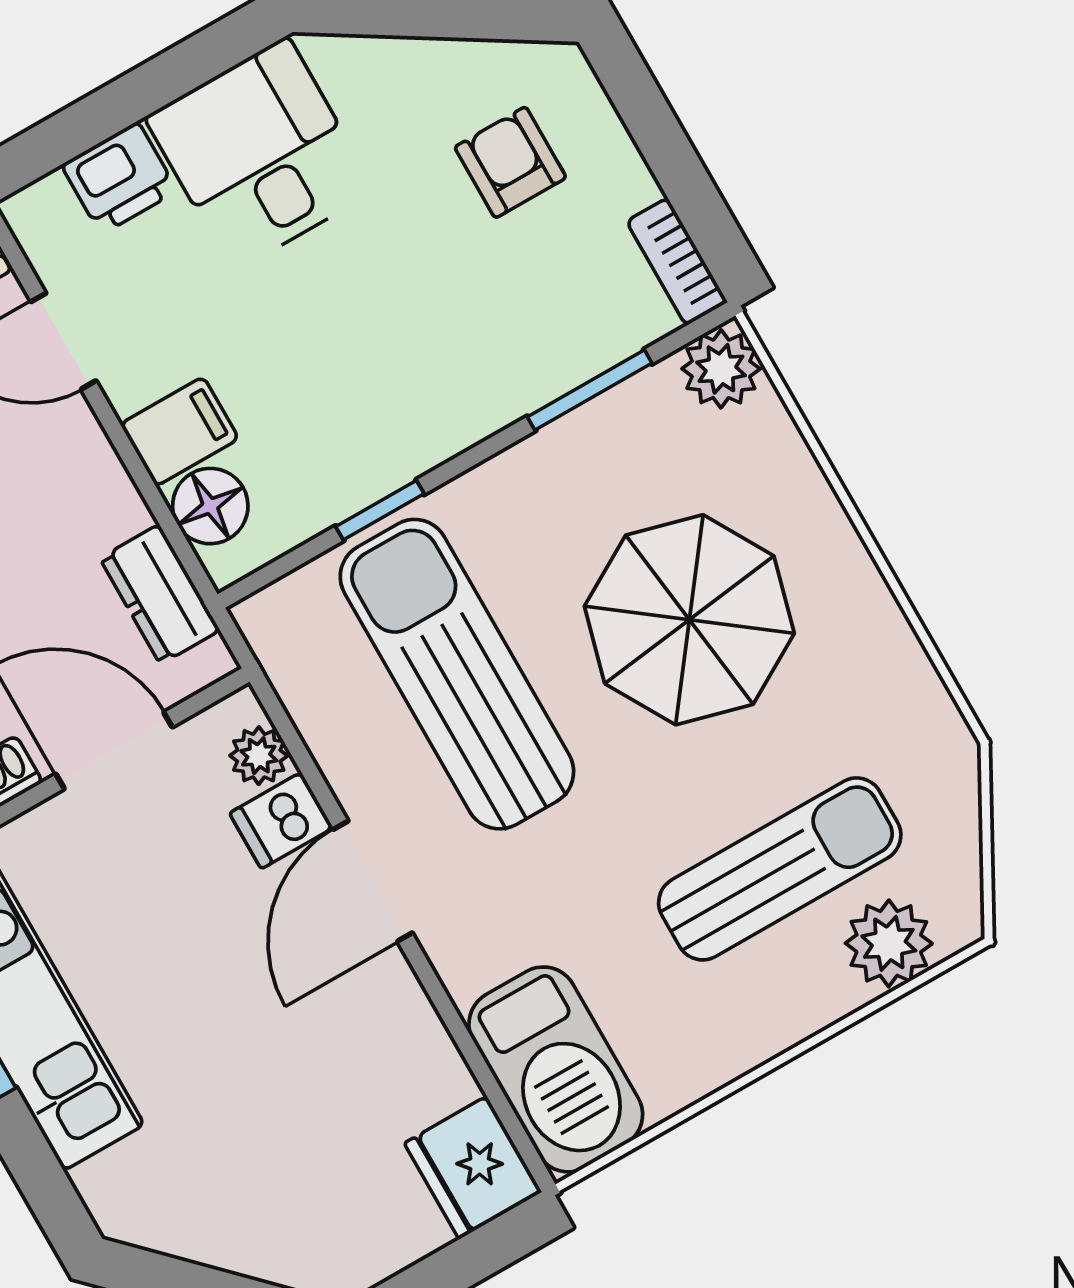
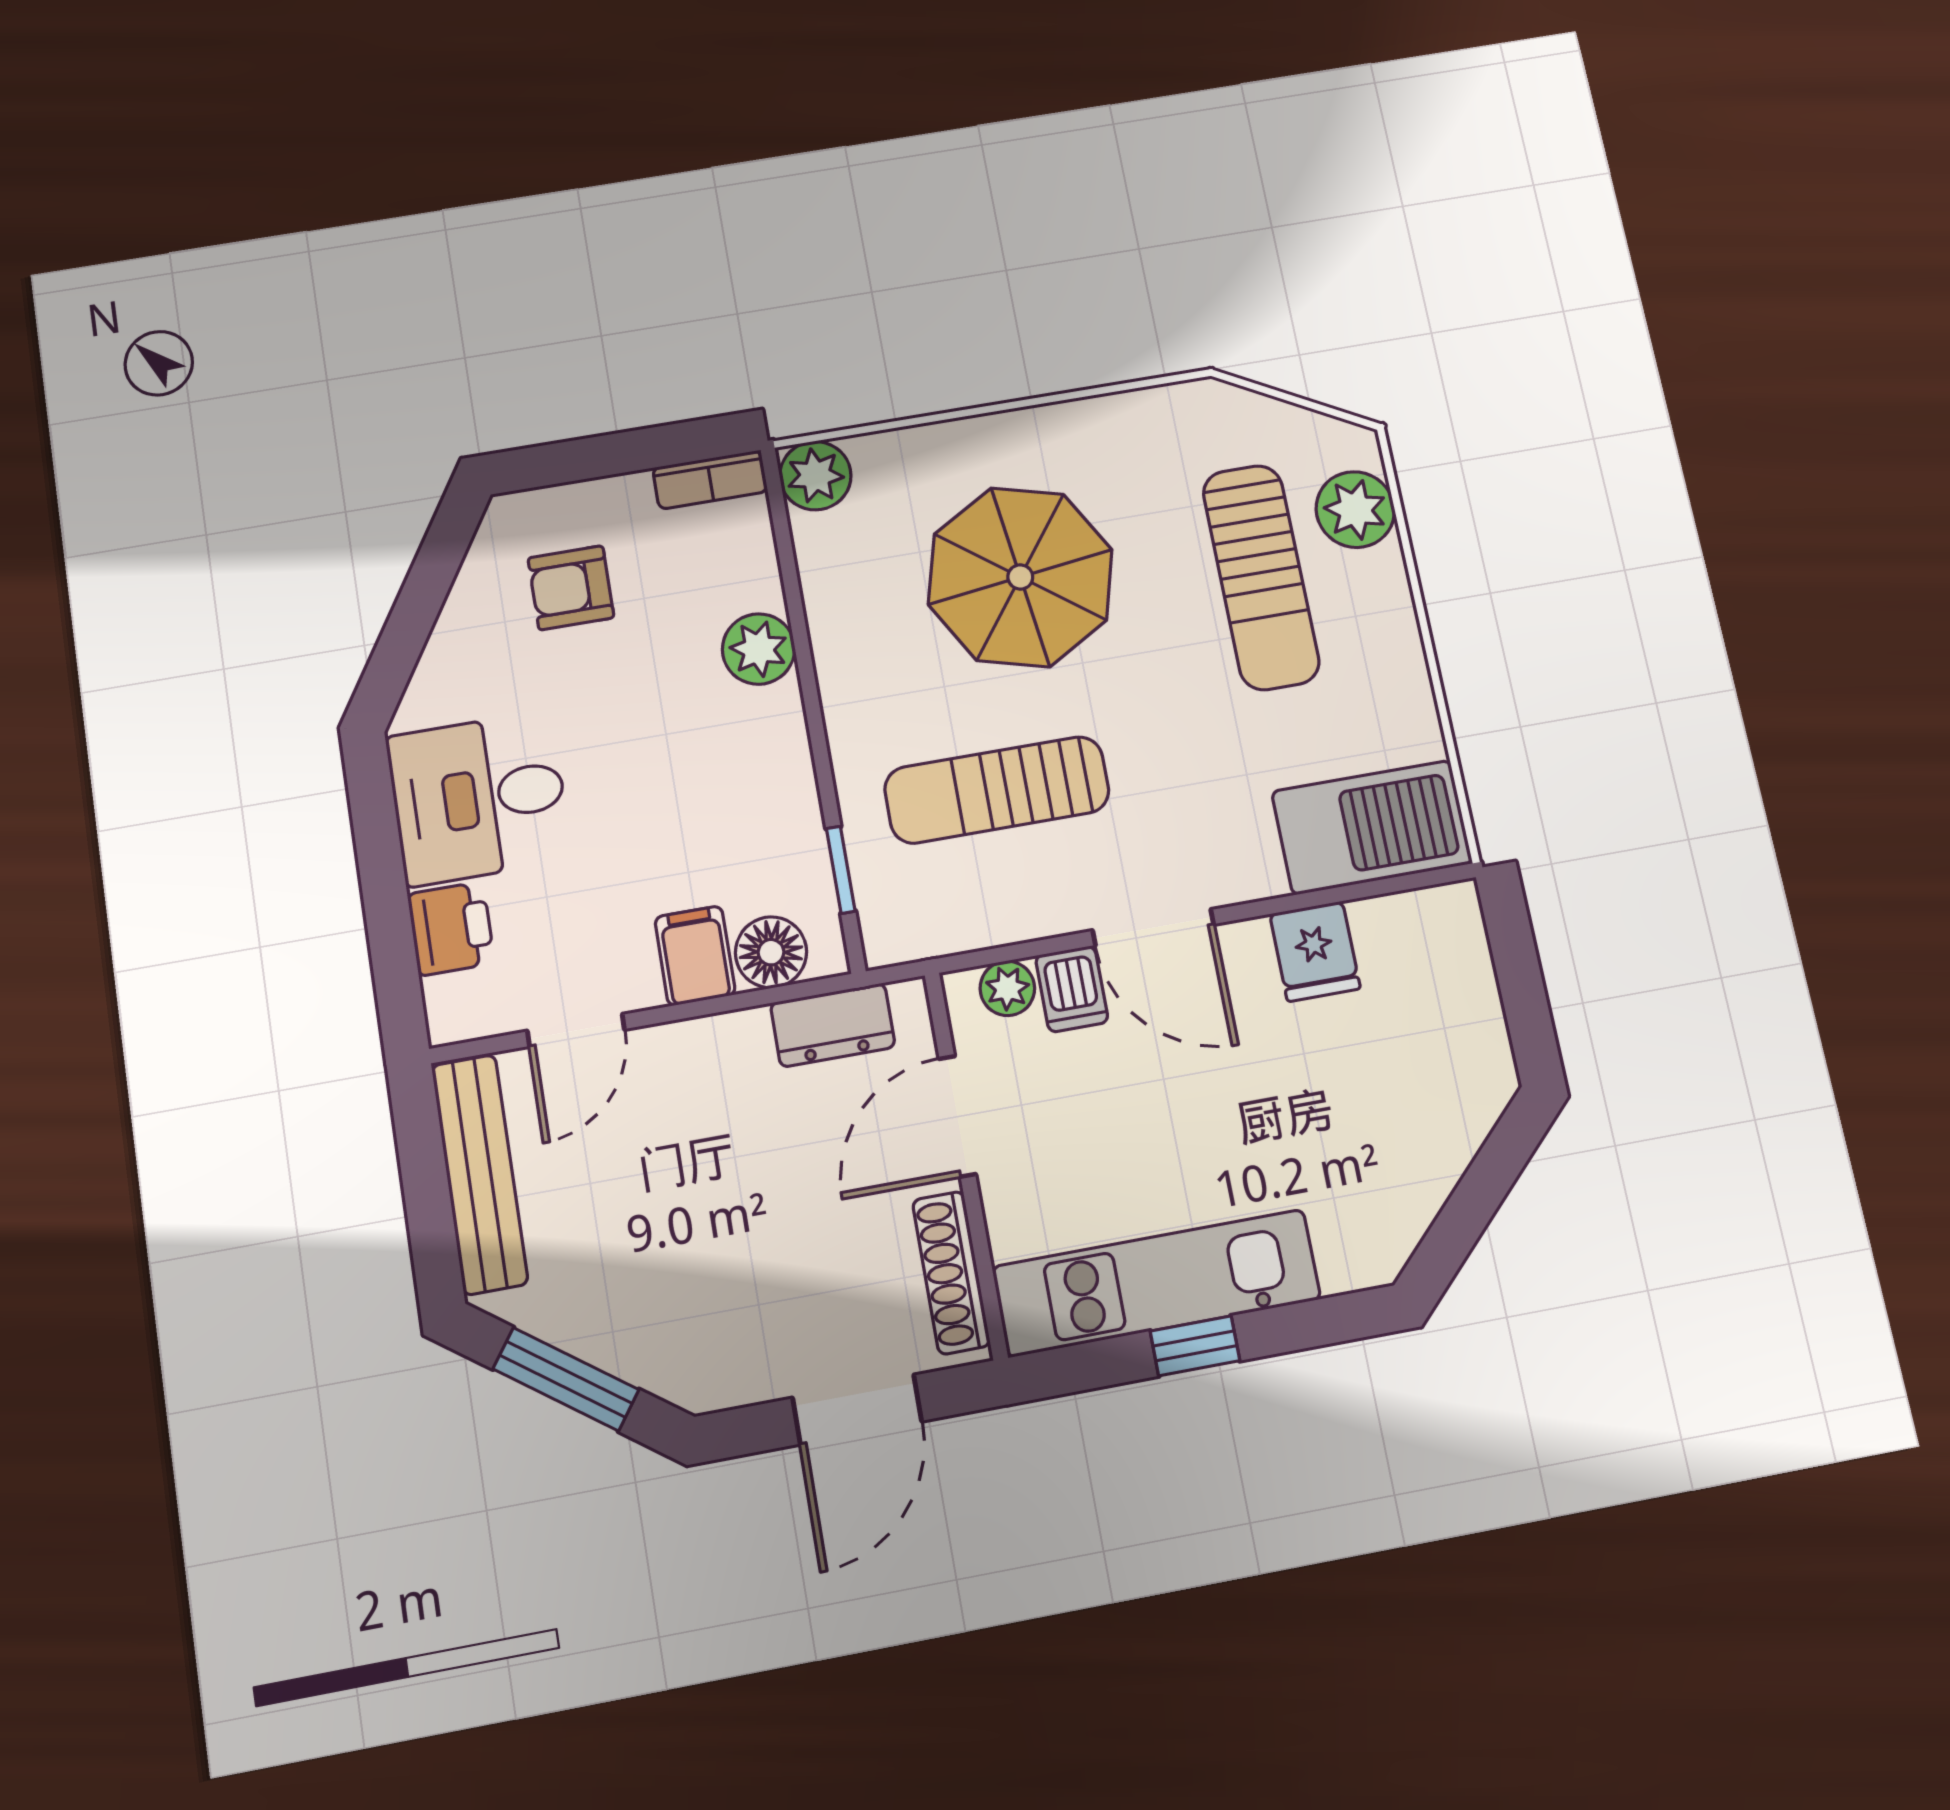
plant: (516, 378) -> (759, 649), added
window: (590, 390) -> (792, 591), removed
window: (380, 510) -> (841, 870), moved
sun lounger: (457, 674) -> (997, 790), width x0.73, depth x0.75
sun lounger: (780, 869) -> (1261, 577), turned 180
fridge: (473, 1168) -> (1315, 951), moved, width x0.72

